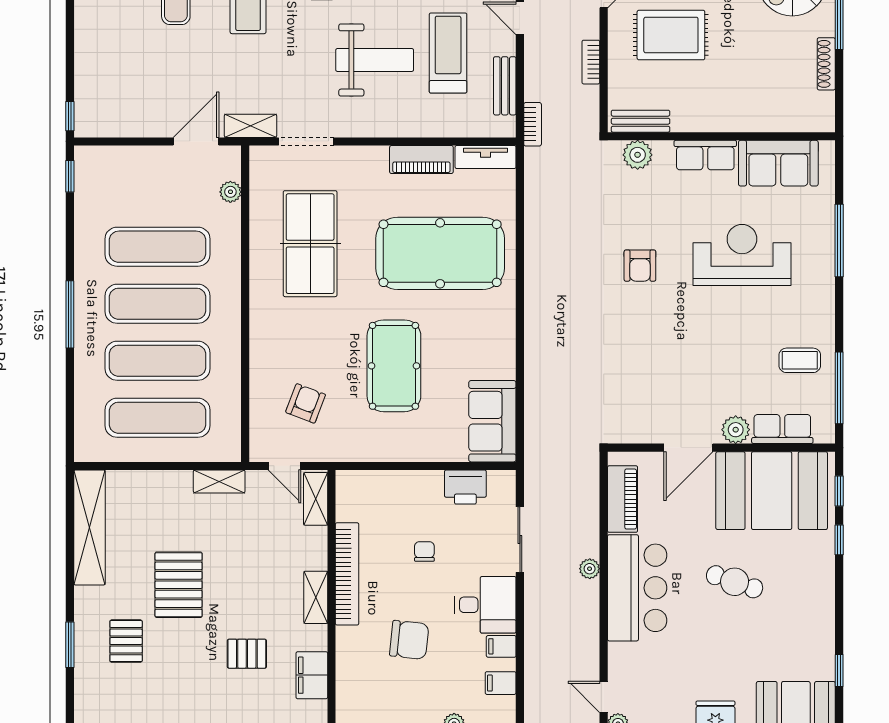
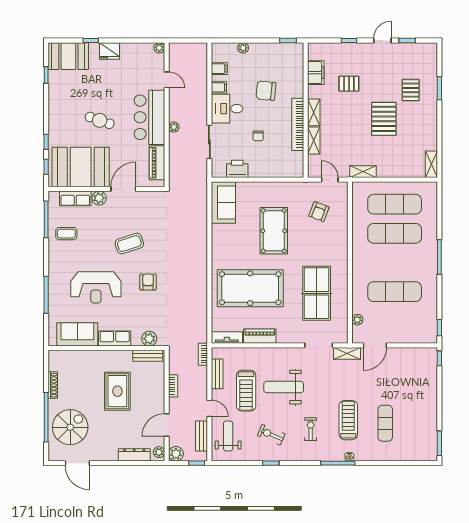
rug: (671, 35) -> (117, 391), moved, turned 90
exercise mat: (158, 304) -> (395, 262), removed
coffee table: (676, 341) -> (129, 244), added
shelving: (316, 499) -> (314, 140), moved
shelving: (89, 527) -> (431, 164), width x0.45, depth x0.75
door: (604, 697) -> (167, 80), moved

